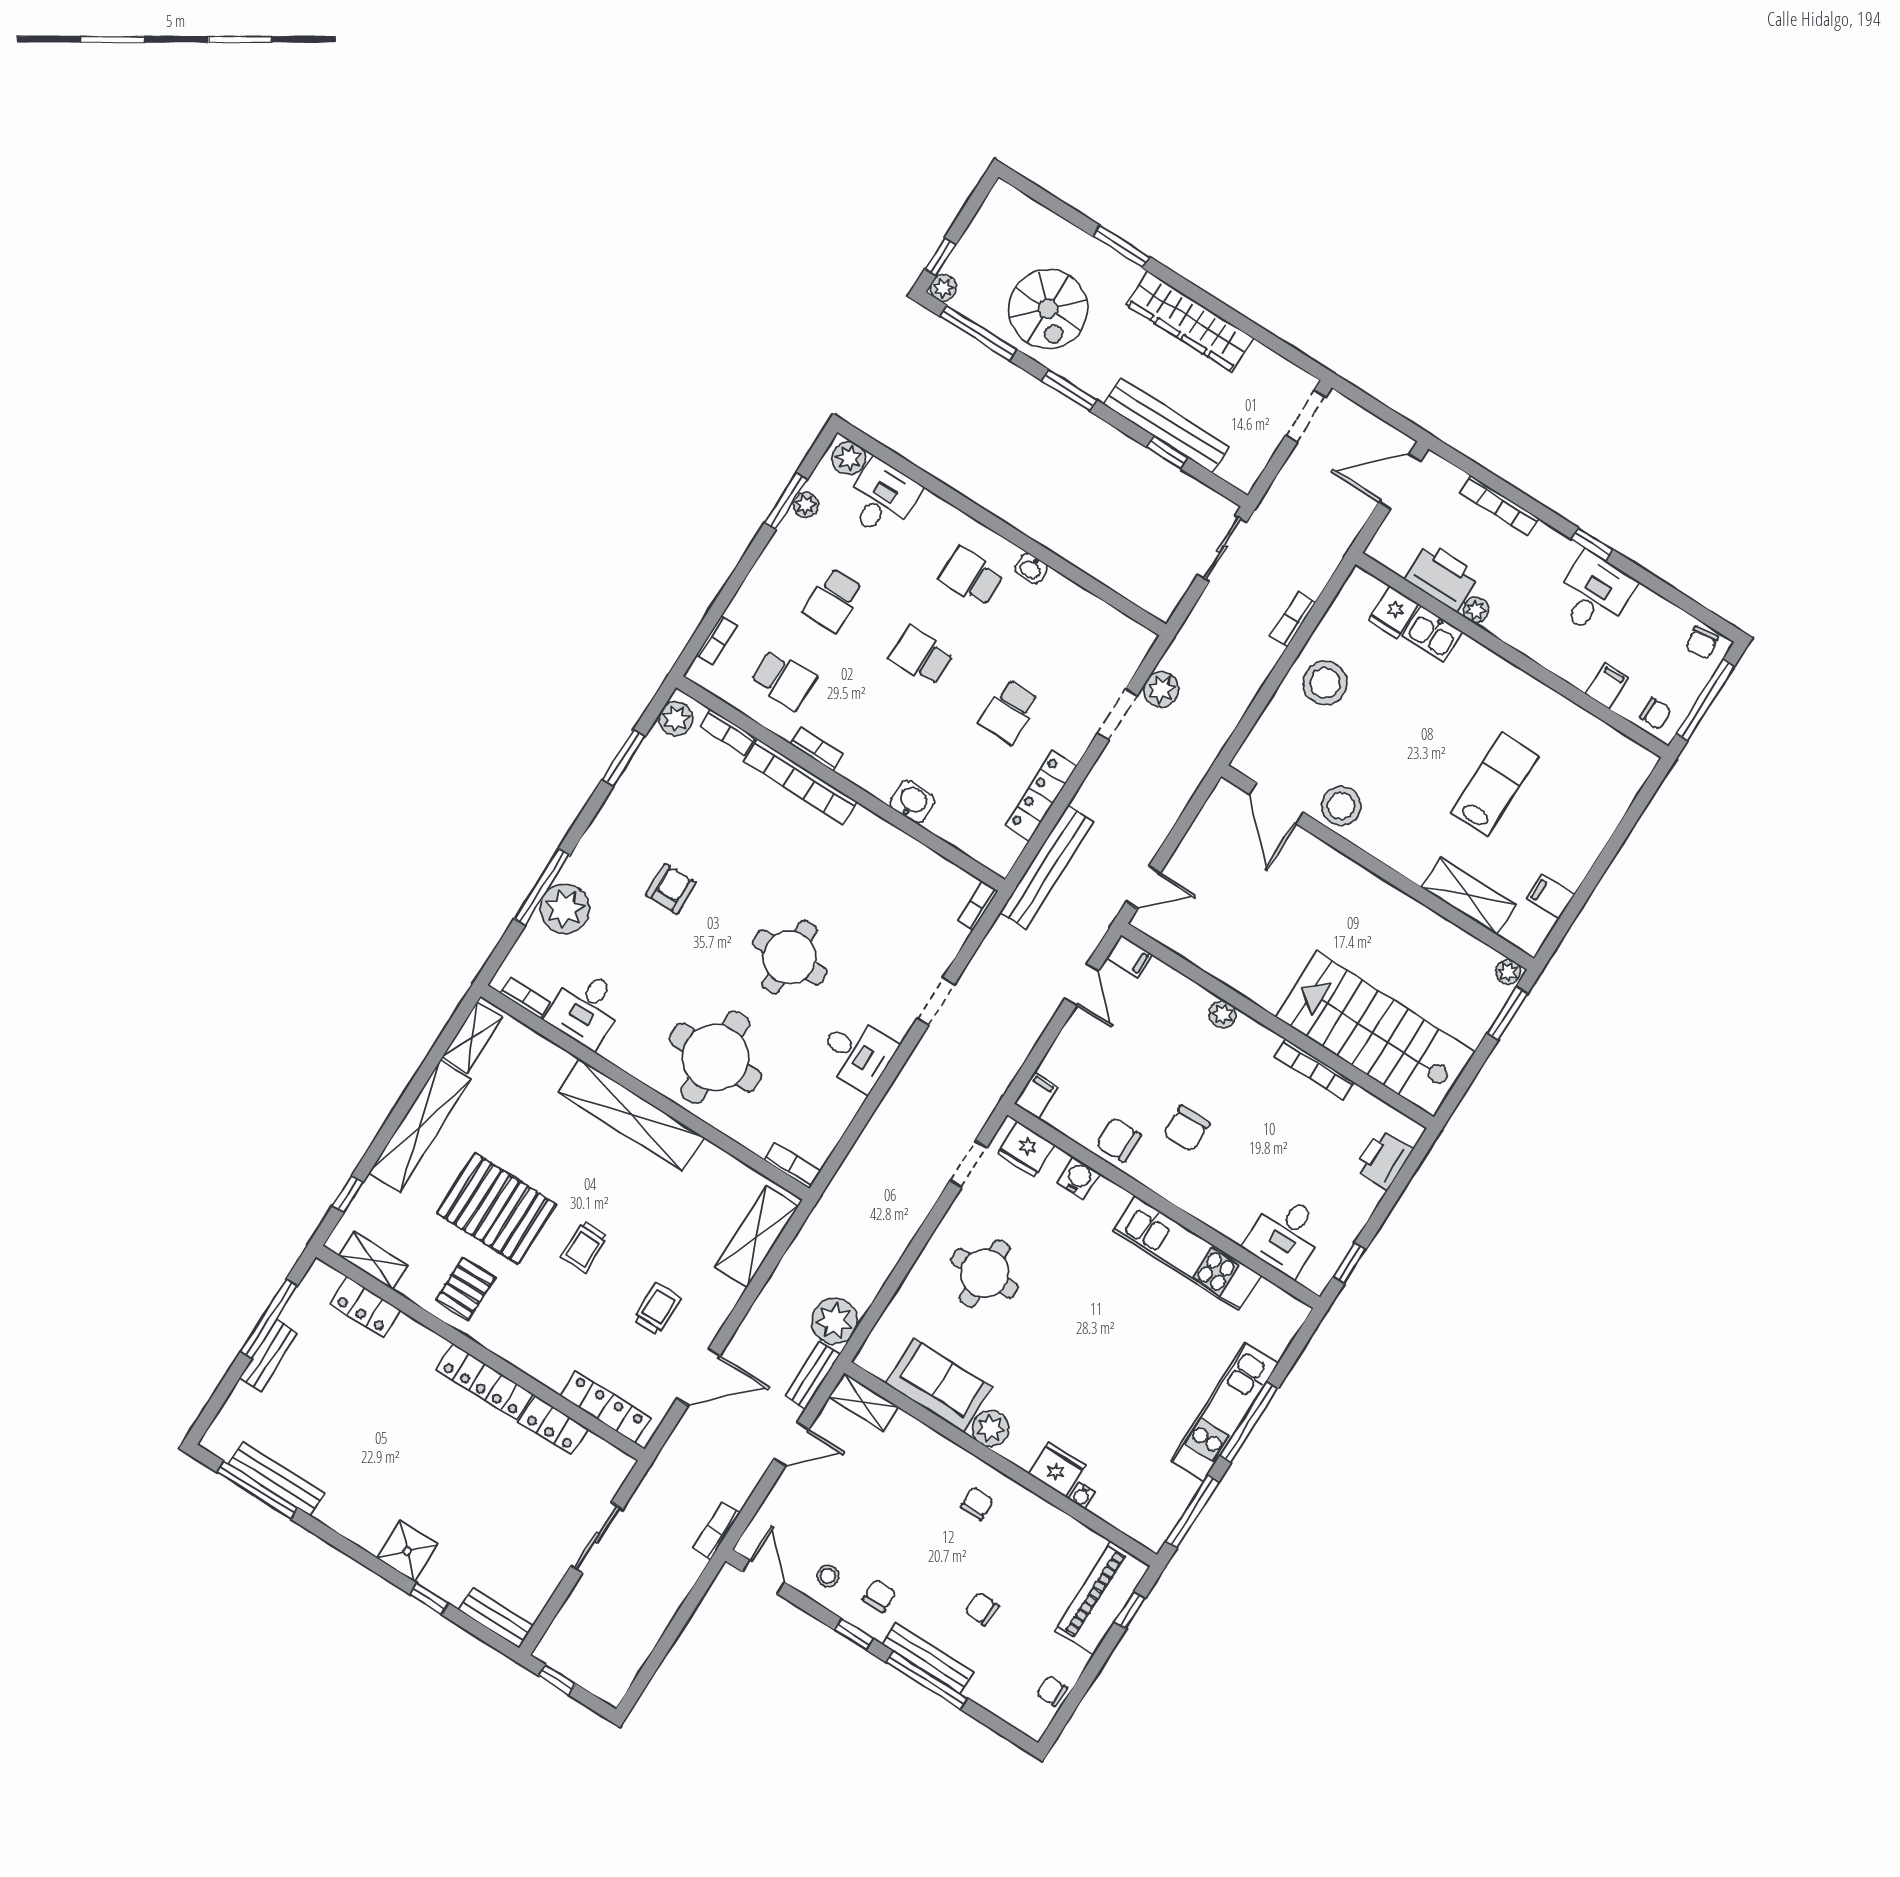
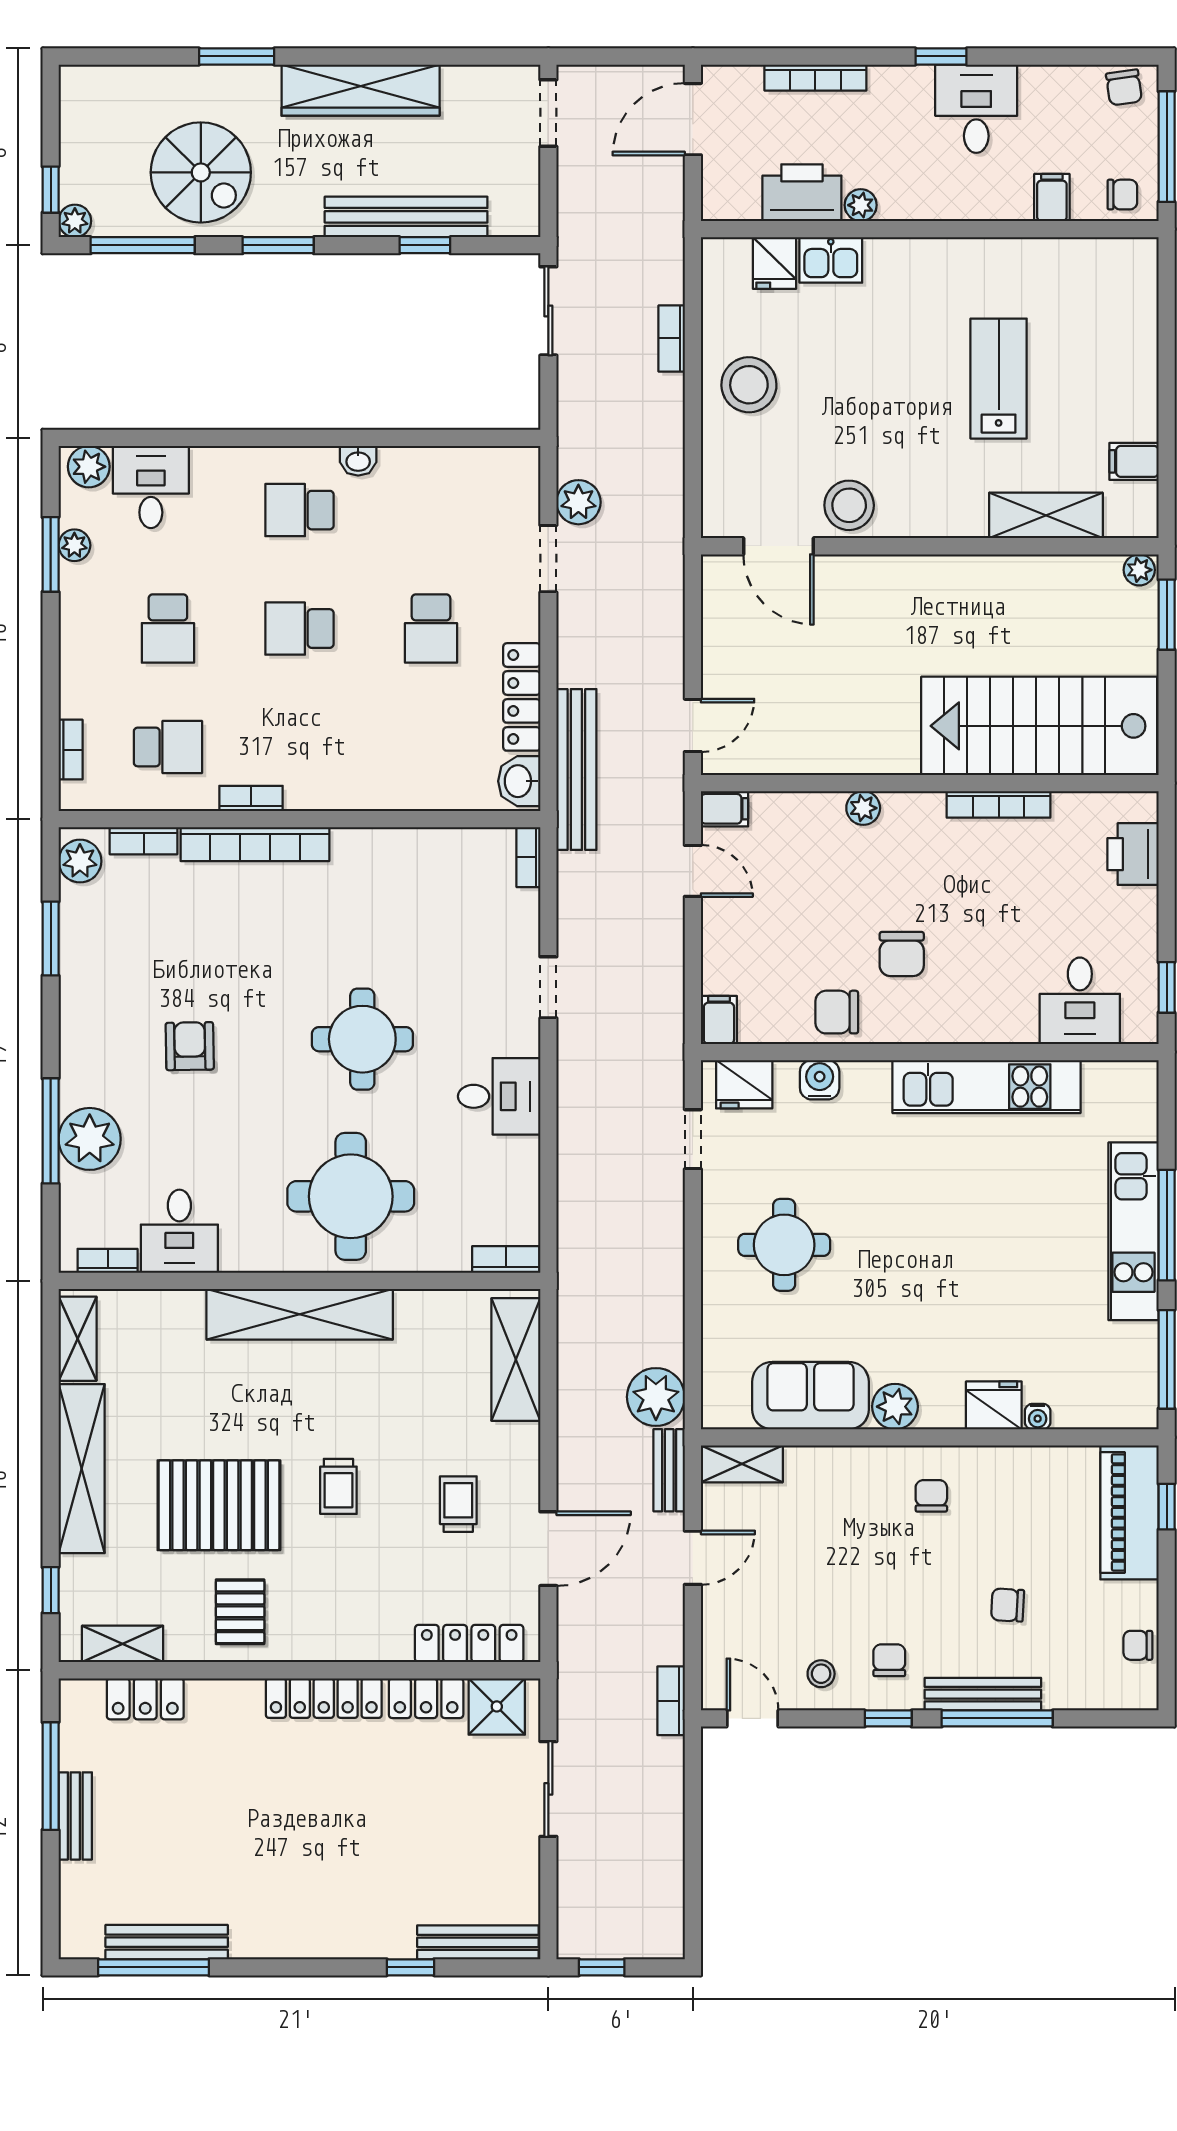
washbasin: (912, 802) -> (519, 781), moved, turned -90
shower: (407, 1551) -> (497, 1706), moved
bench: (496, 1617) -> (478, 1942), width x1.36

